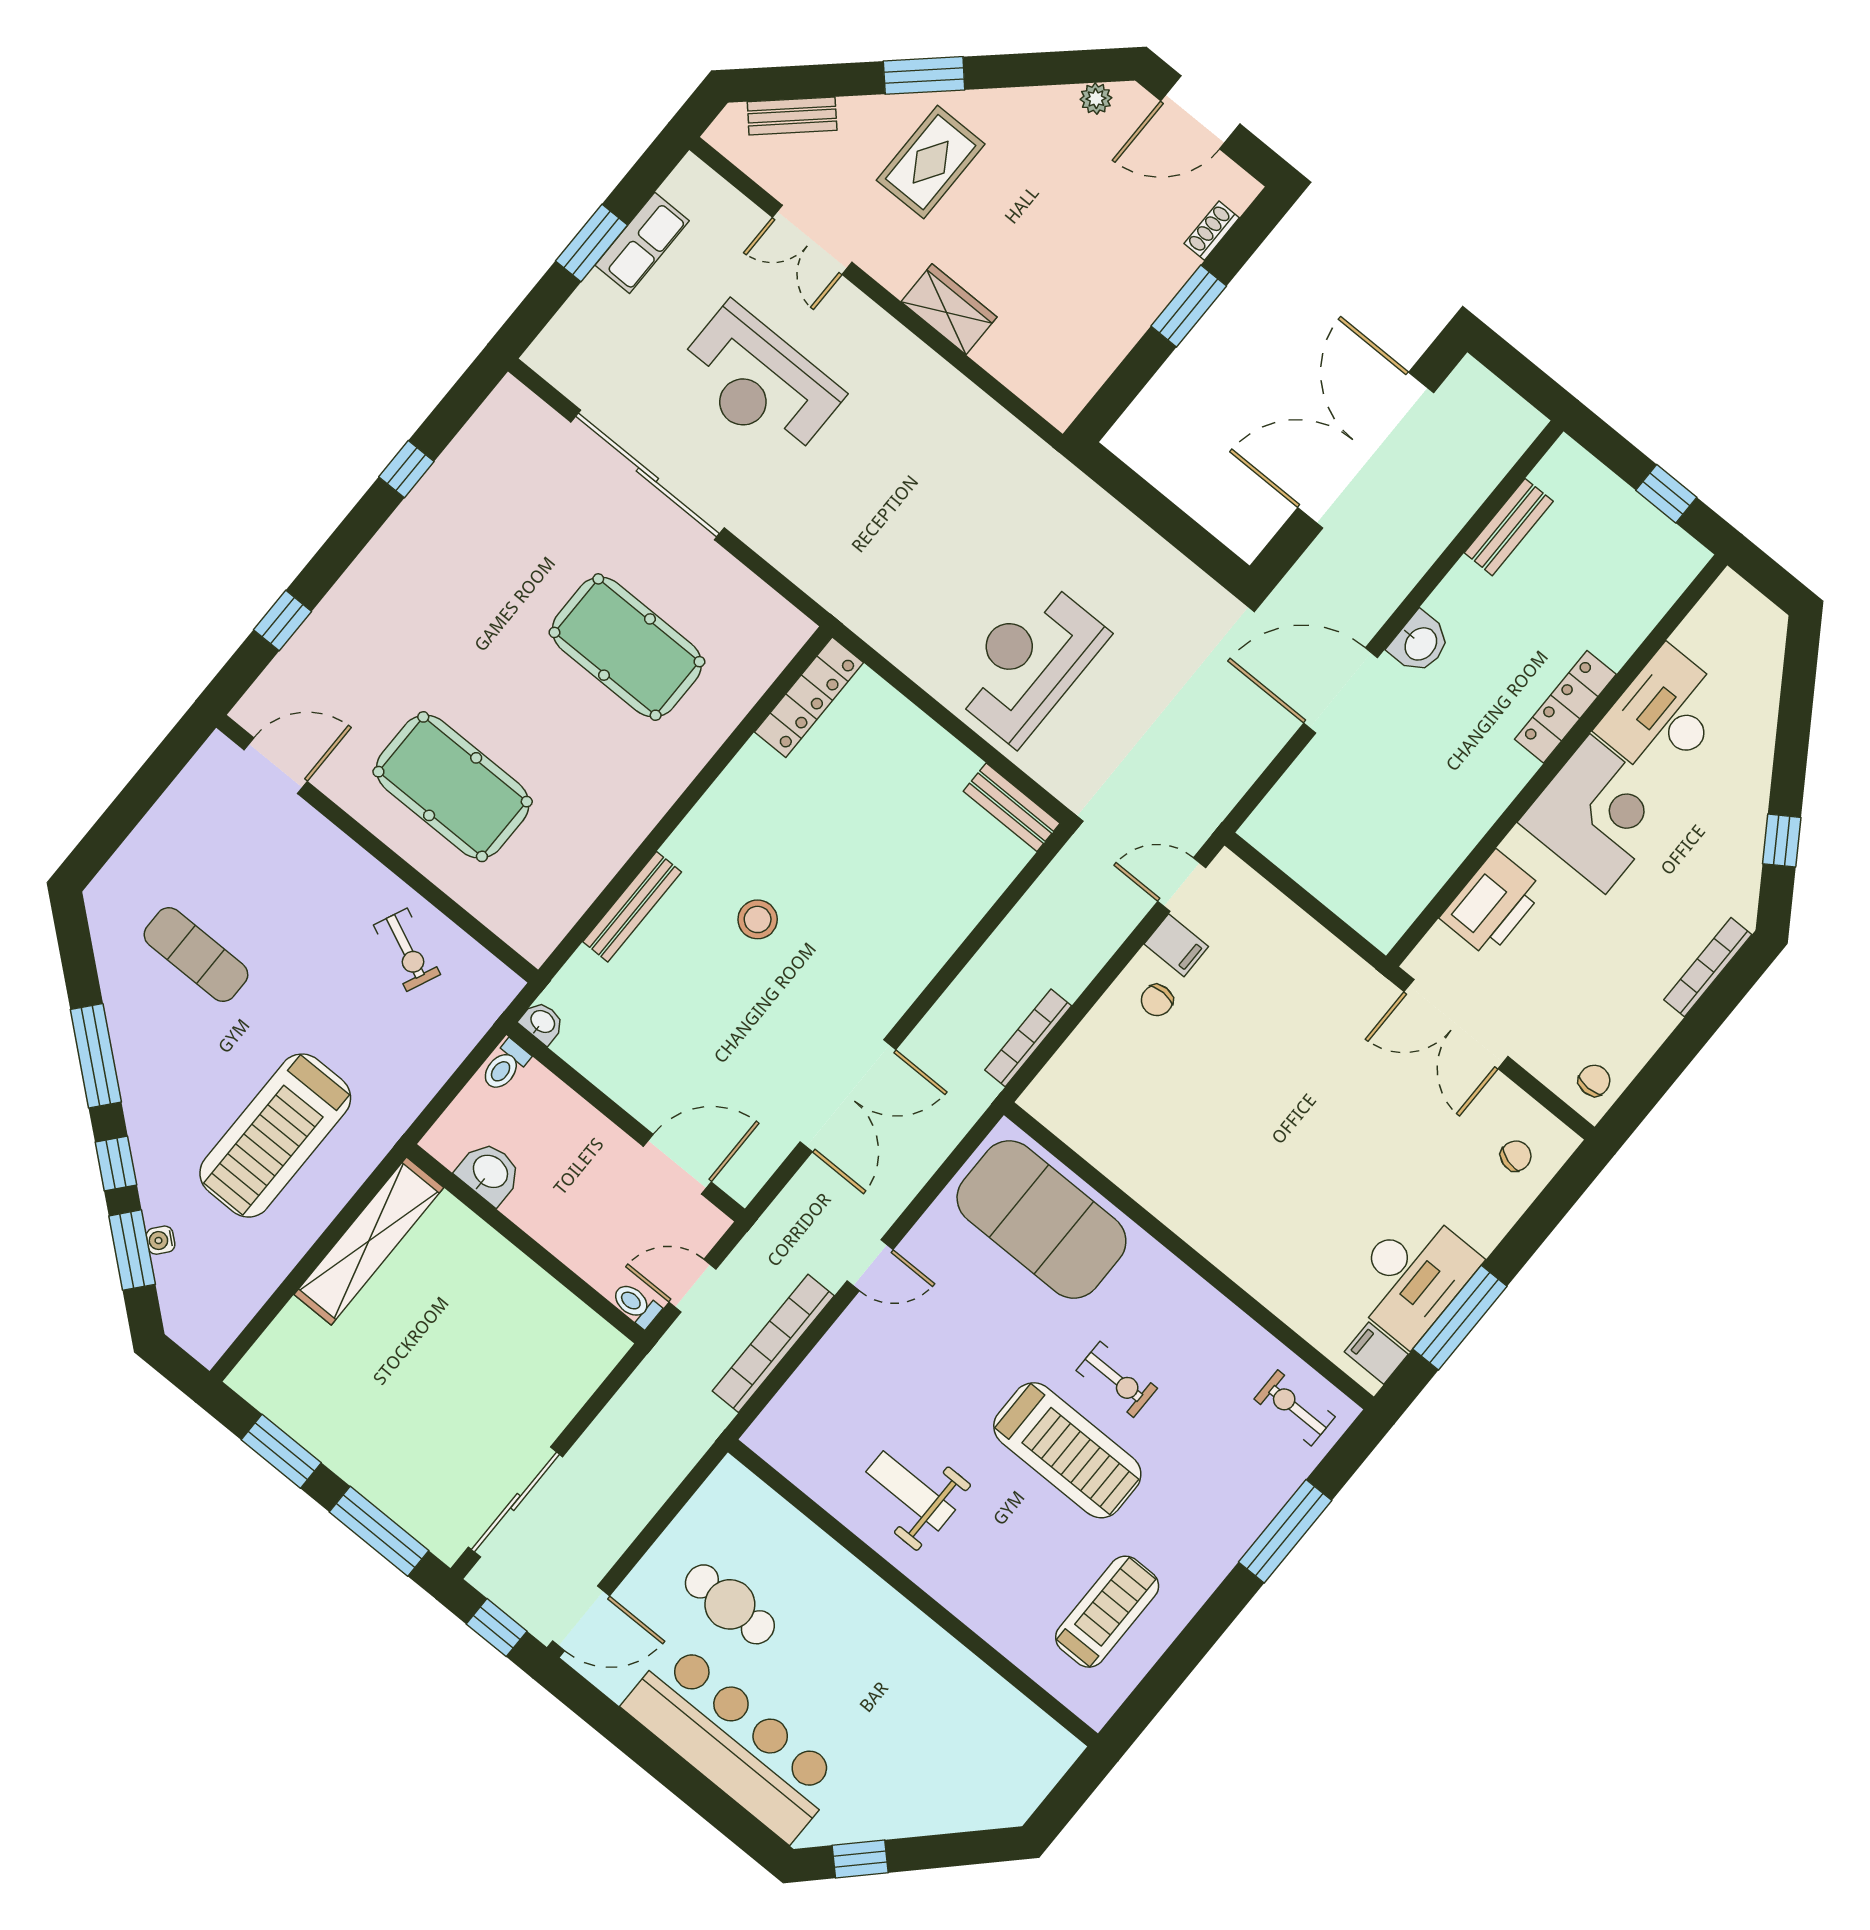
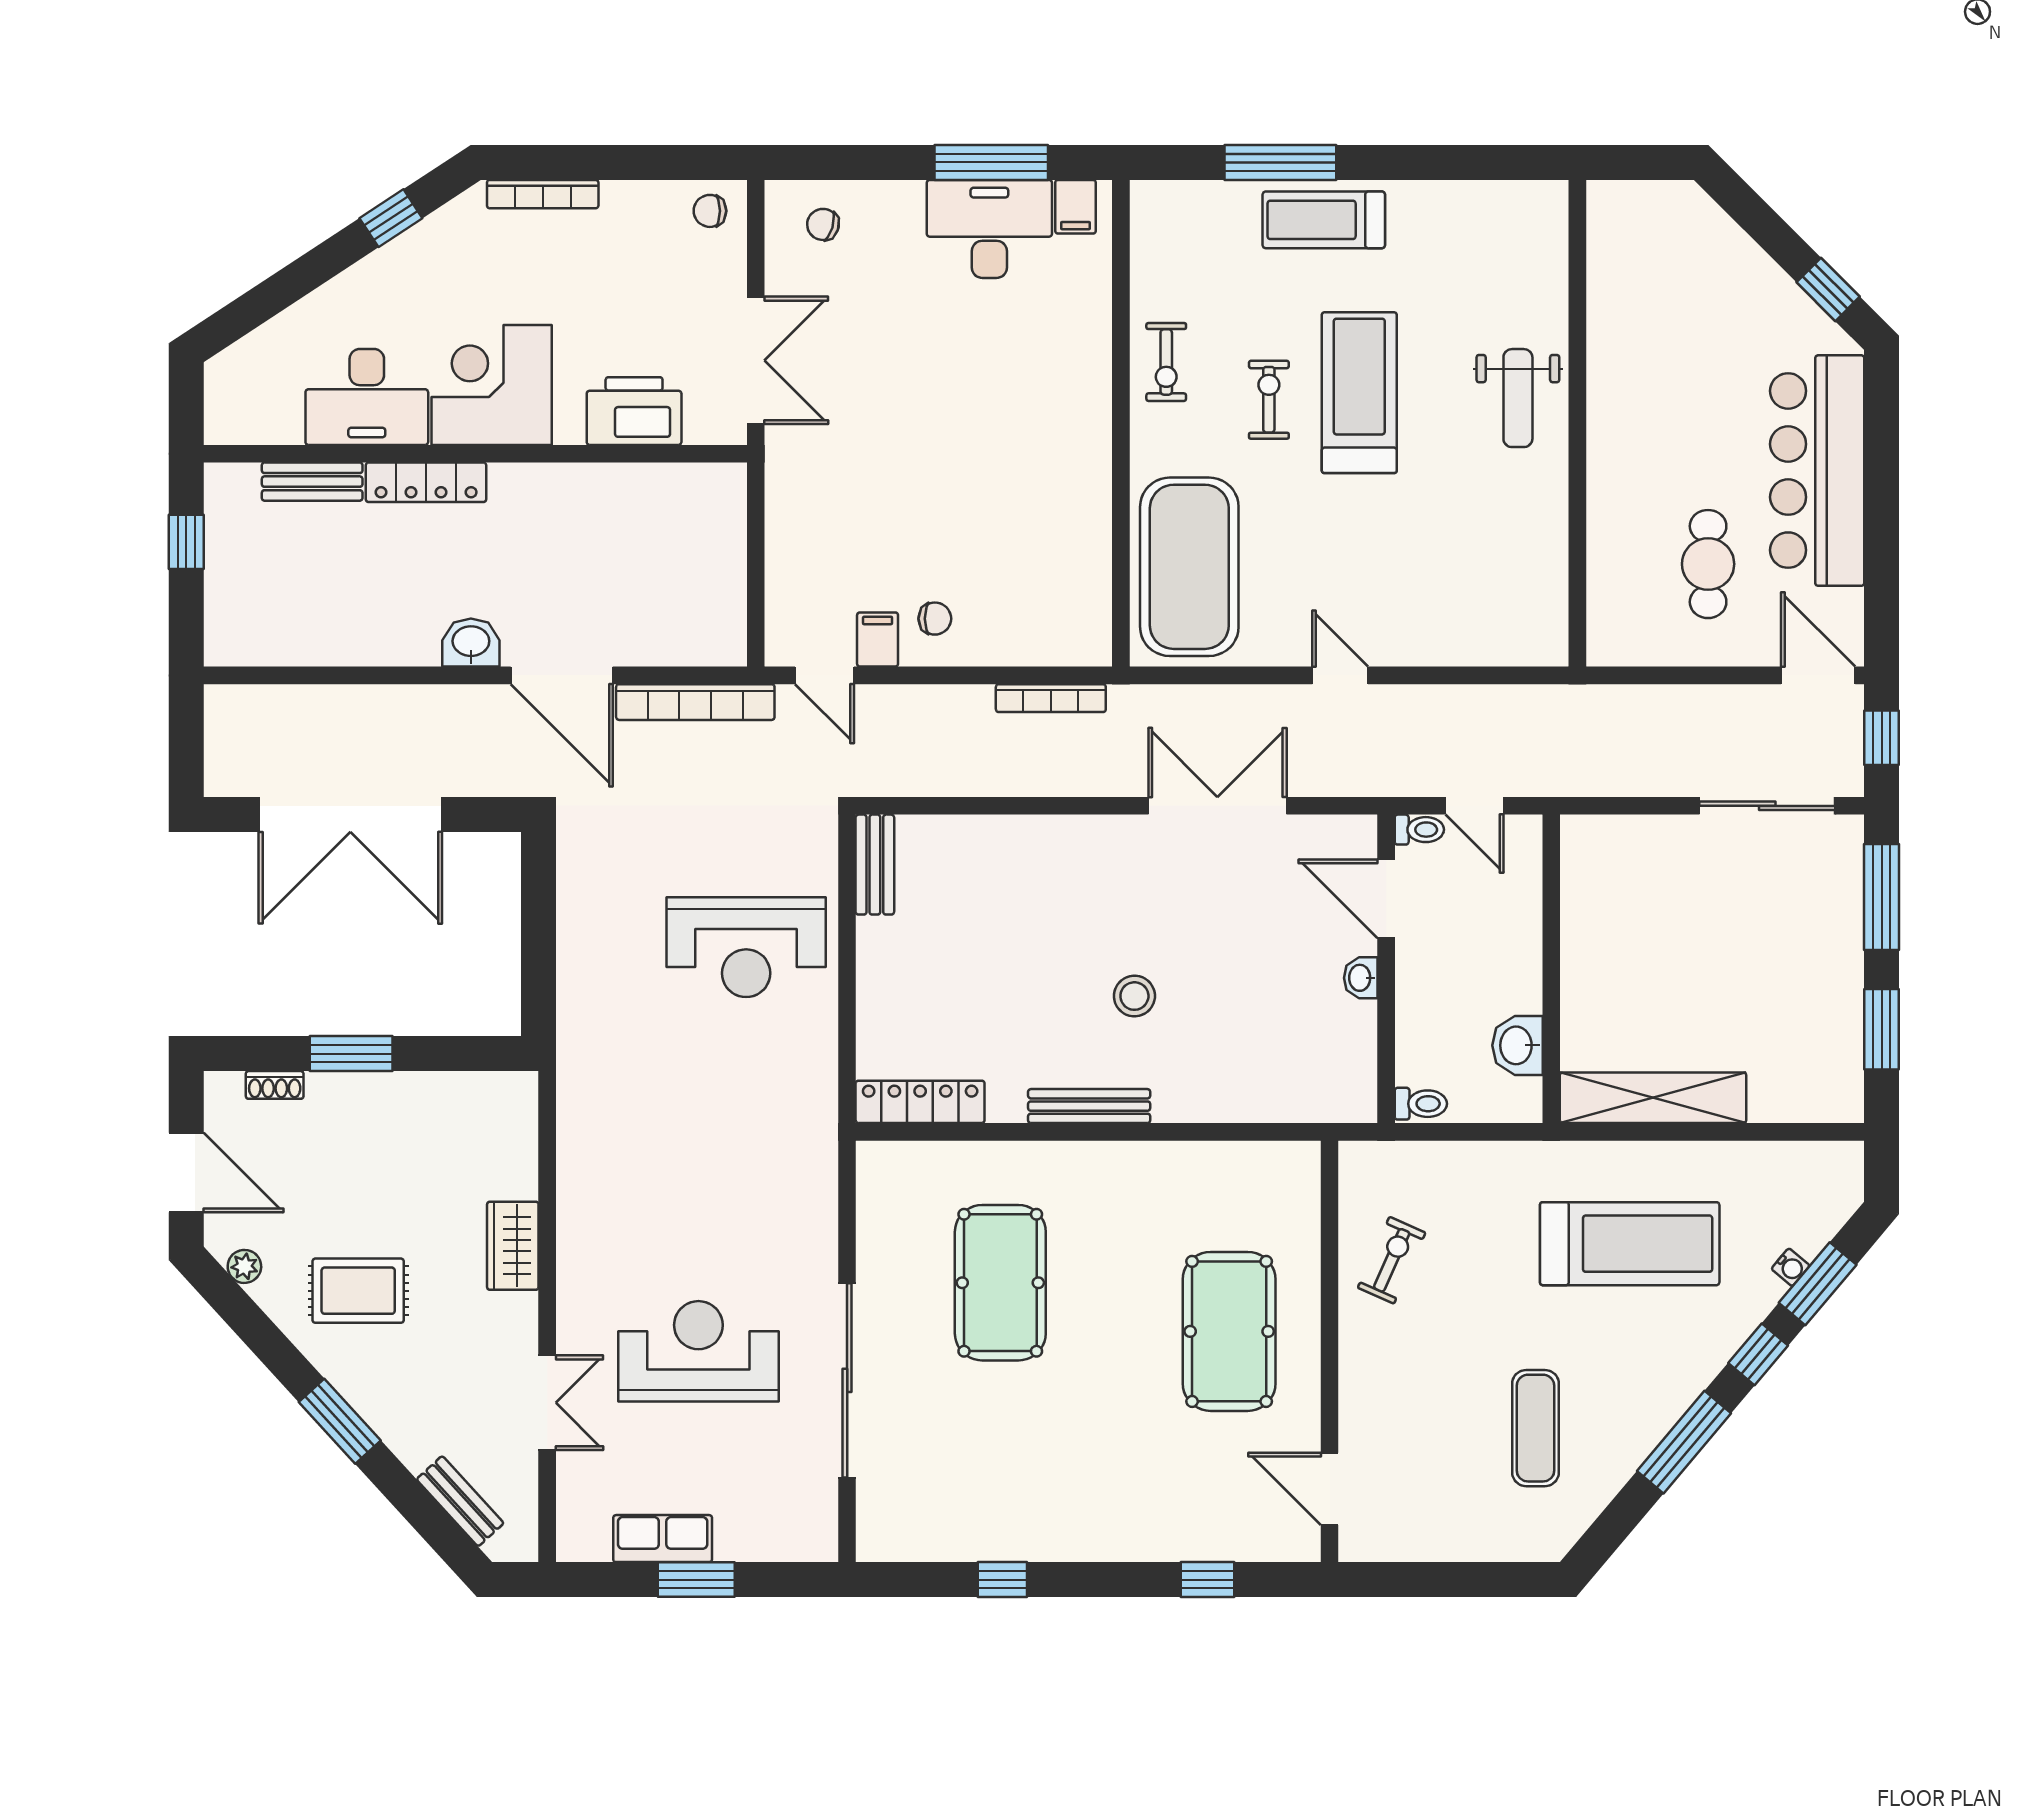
rug: (931, 162) -> (358, 1291), moved
reception desk: (759, 383) -> (698, 1351), turned -90
bench: (1509, 527) -> (312, 482), moved
bench: (632, 907) -> (1089, 1106), moved
washbasin: (542, 1022) -> (1361, 978), moved
toilet: (636, 1305) -> (1419, 830), moved, turned -90
bookcase: (773, 1343) -> (695, 702), moved
exercise bike: (1295, 1408) -> (1166, 362), moved
weight bench: (911, 1491) -> (1518, 398), moved
treadmill: (1107, 1612) -> (1324, 220), moved

